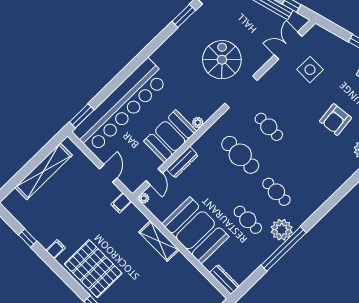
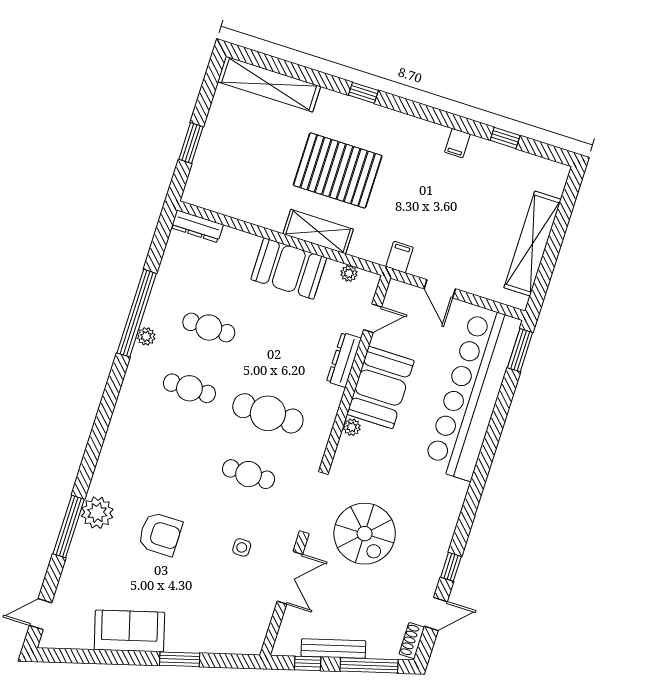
window: (184, 16) -> (451, 567), width x0.67
double door: (288, 46) -> (290, 578), moved
side table: (310, 70) -> (242, 547), moved, width x0.54, depth x0.54
armchair: (335, 120) -> (160, 534), turned 97
door: (154, 177) -> (373, 318), swing flipped
plant: (144, 198) -> (349, 273), moved
booth: (195, 230) -> (289, 269), width x0.73, depth x0.70
plant: (282, 230) -> (146, 336), width x0.53, depth x0.53
pallet: (93, 269) -> (338, 170), moved

